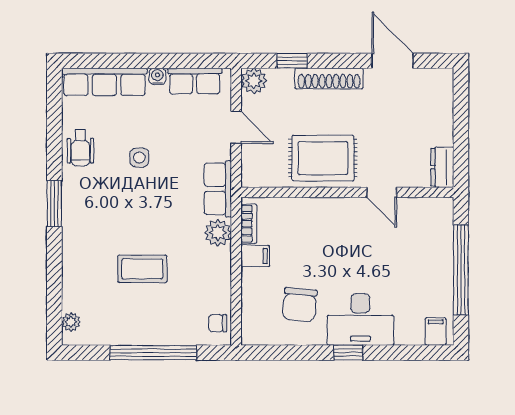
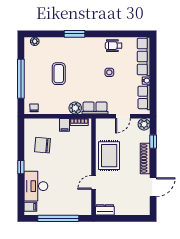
window: (54, 204) -> (74, 34), moved
desk: (360, 319) -> (36, 186), moved

